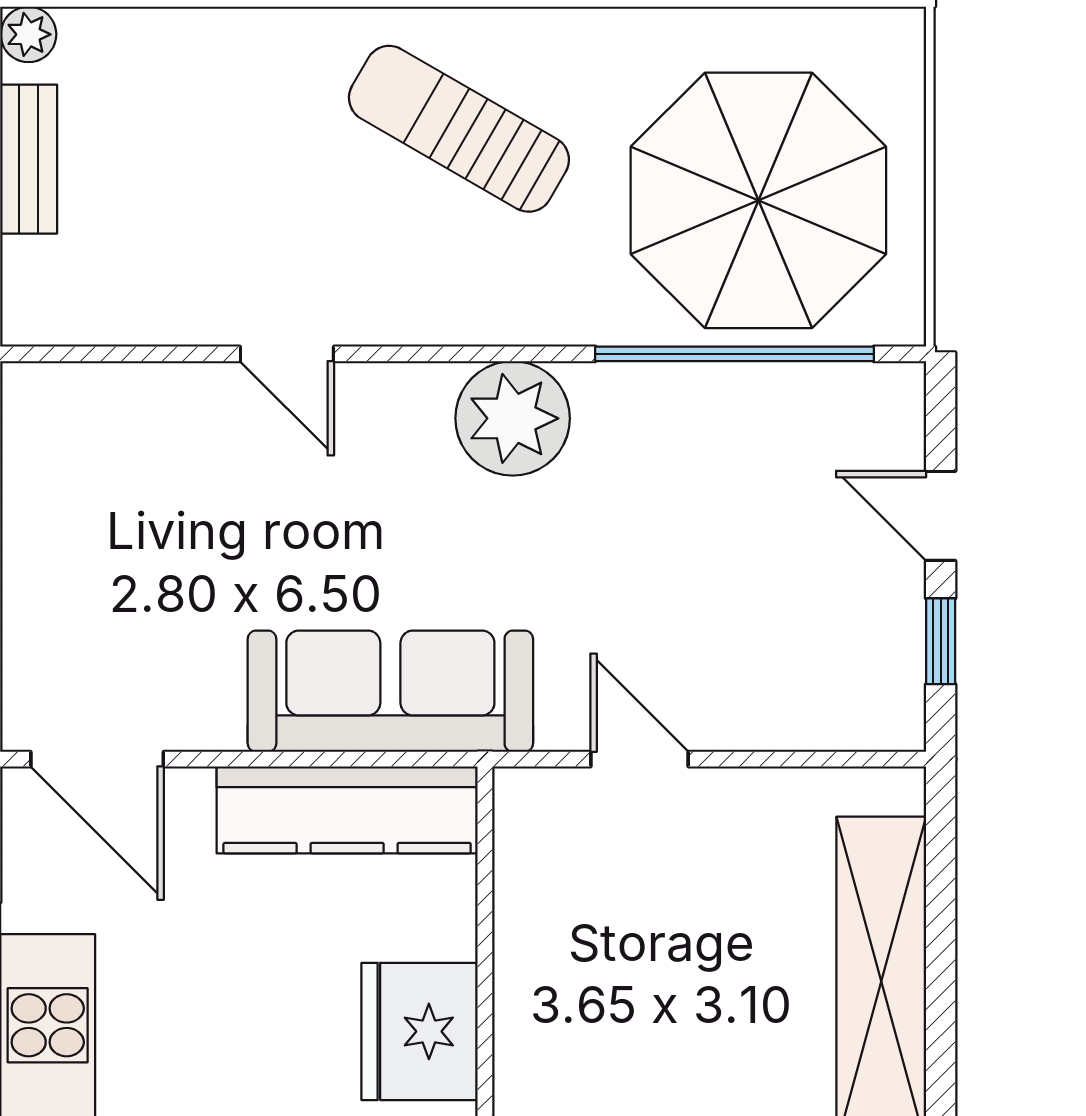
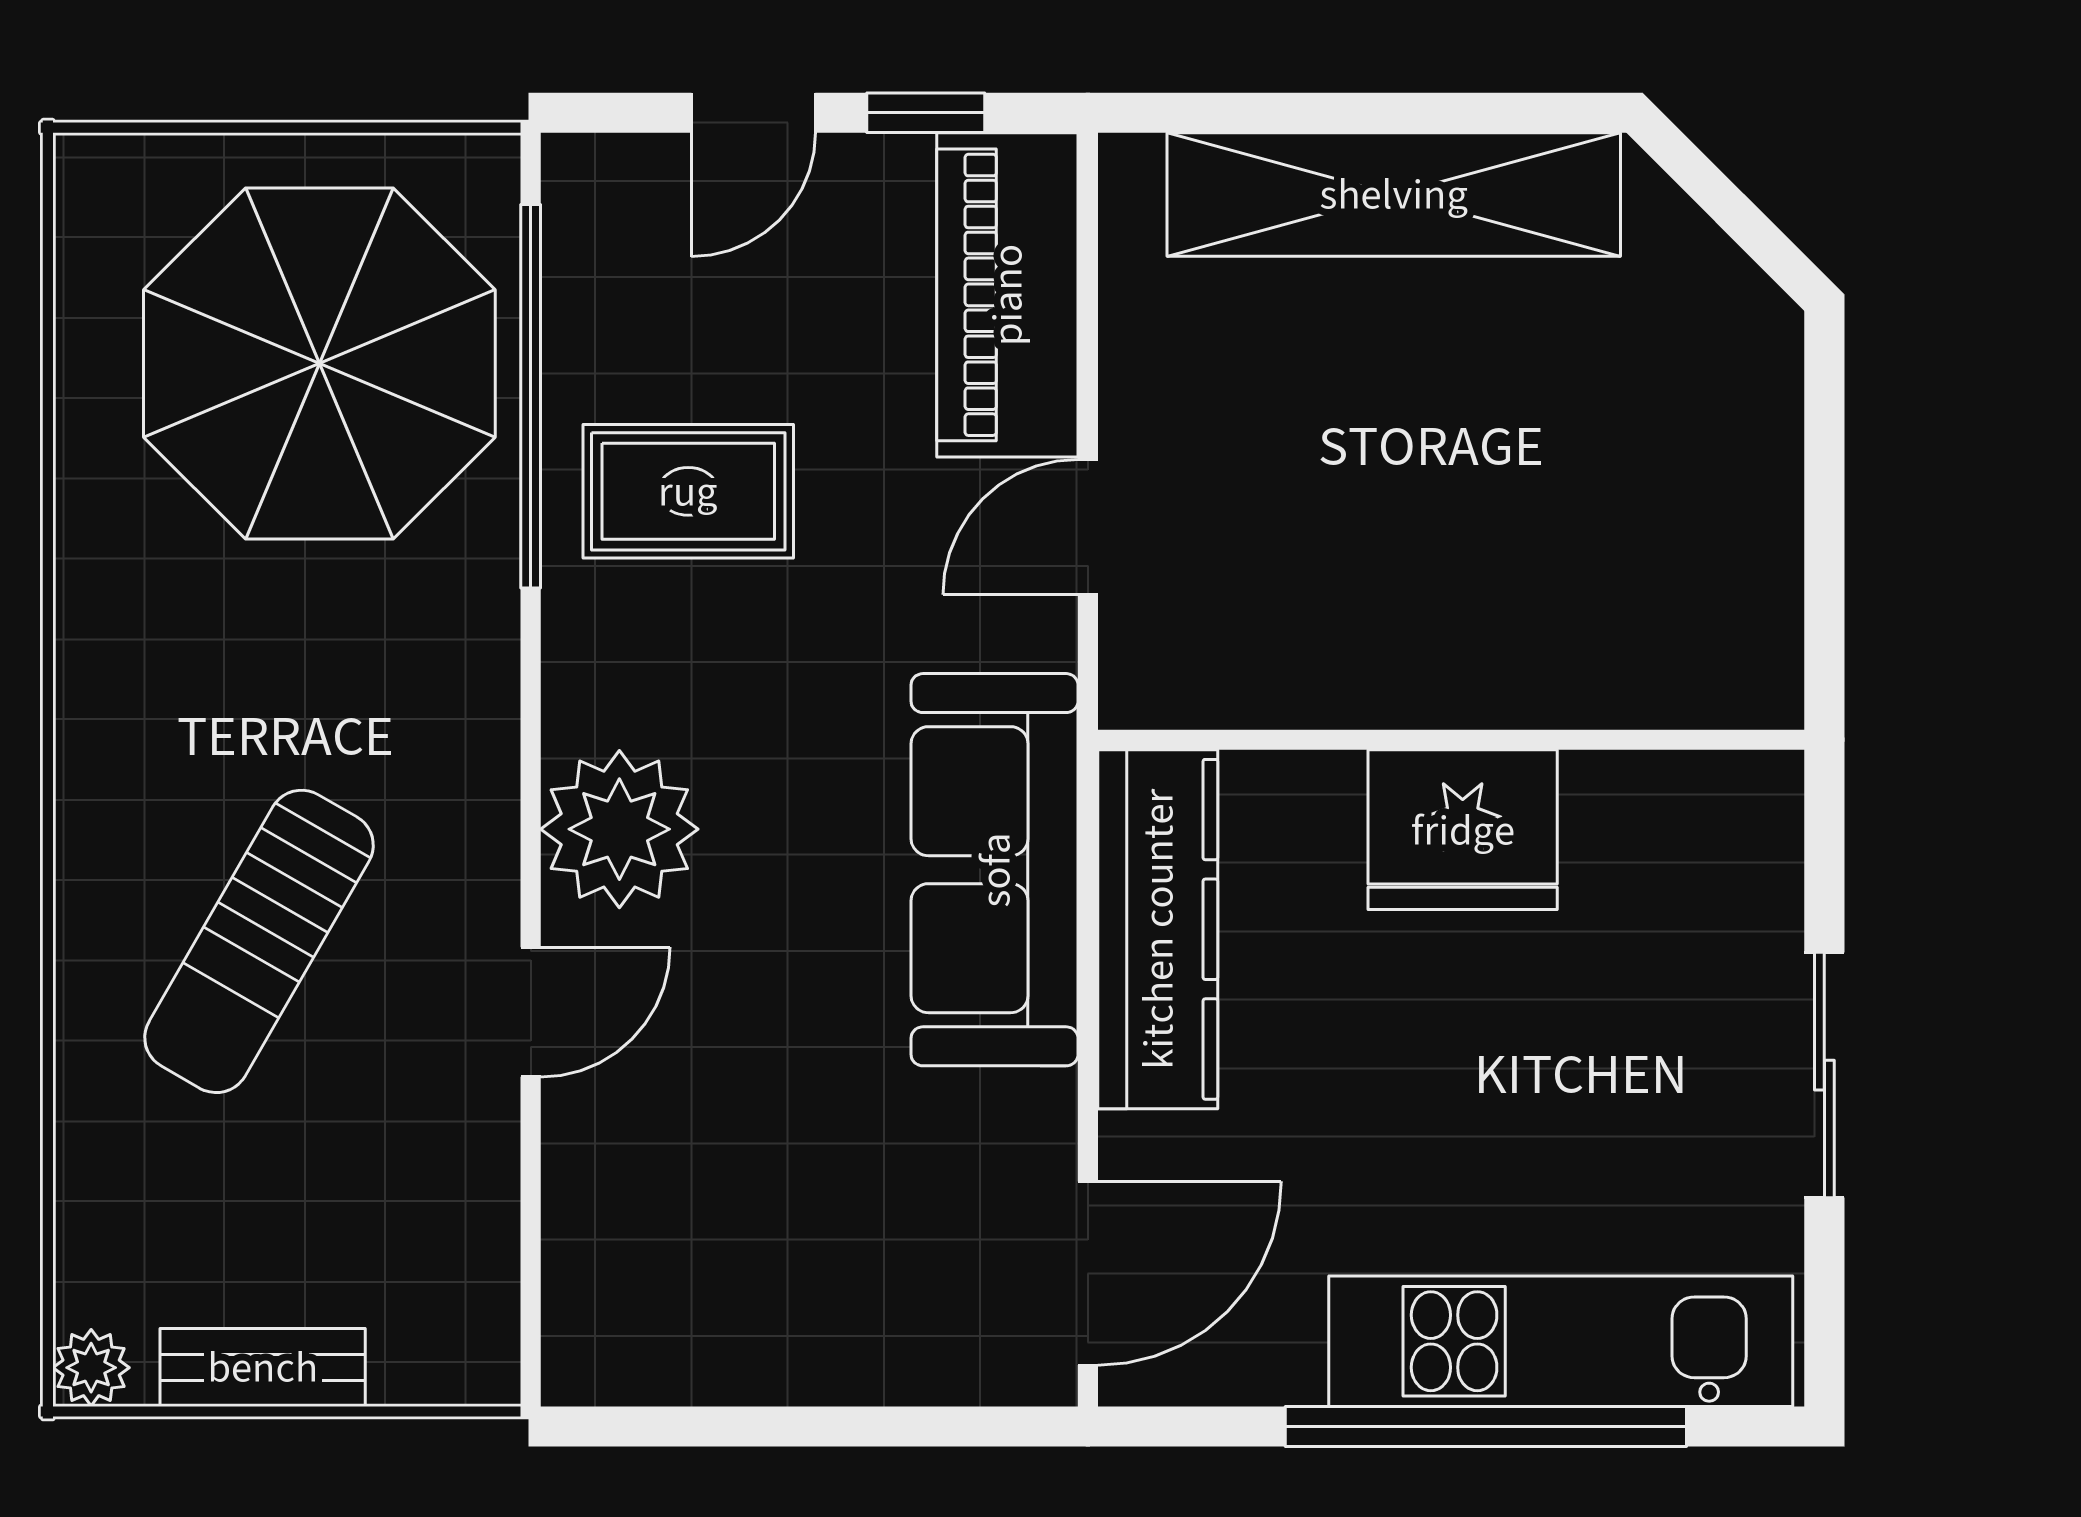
sun lounger: (459, 129) -> (259, 941), moved
plant: (513, 418) -> (619, 829), moved
rug: (665, 468) -> (688, 491), added
piano: (808, 701) -> (1007, 295), added

